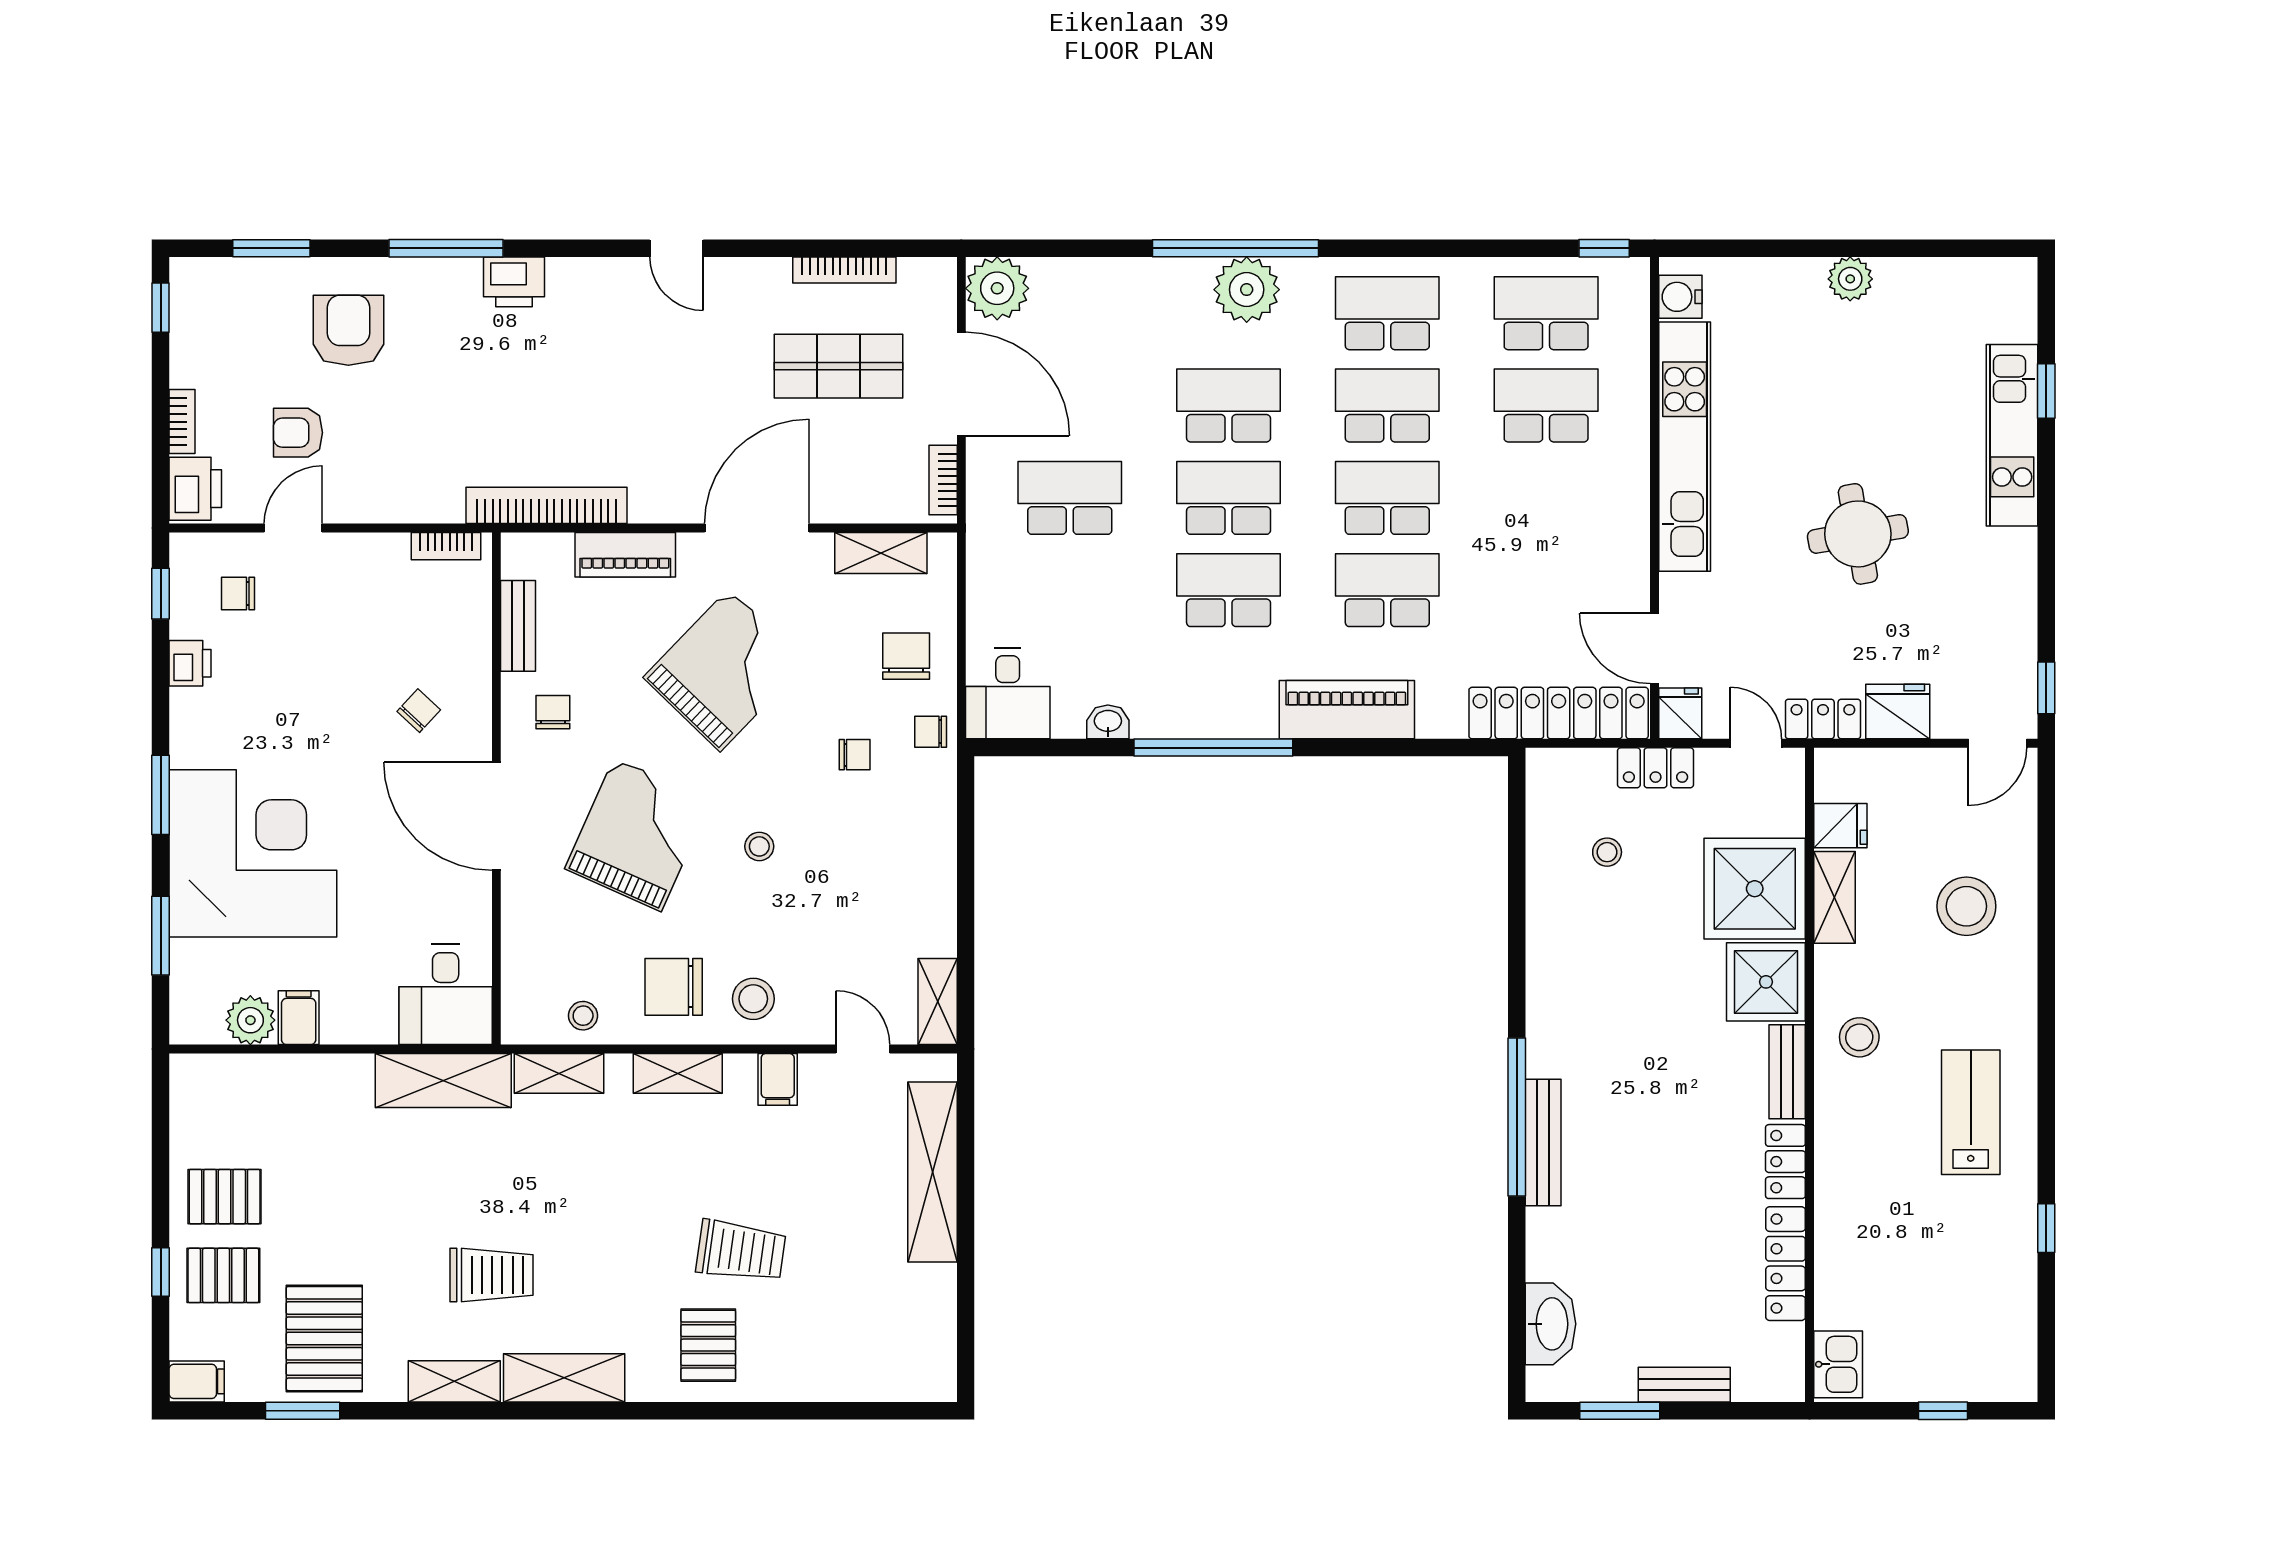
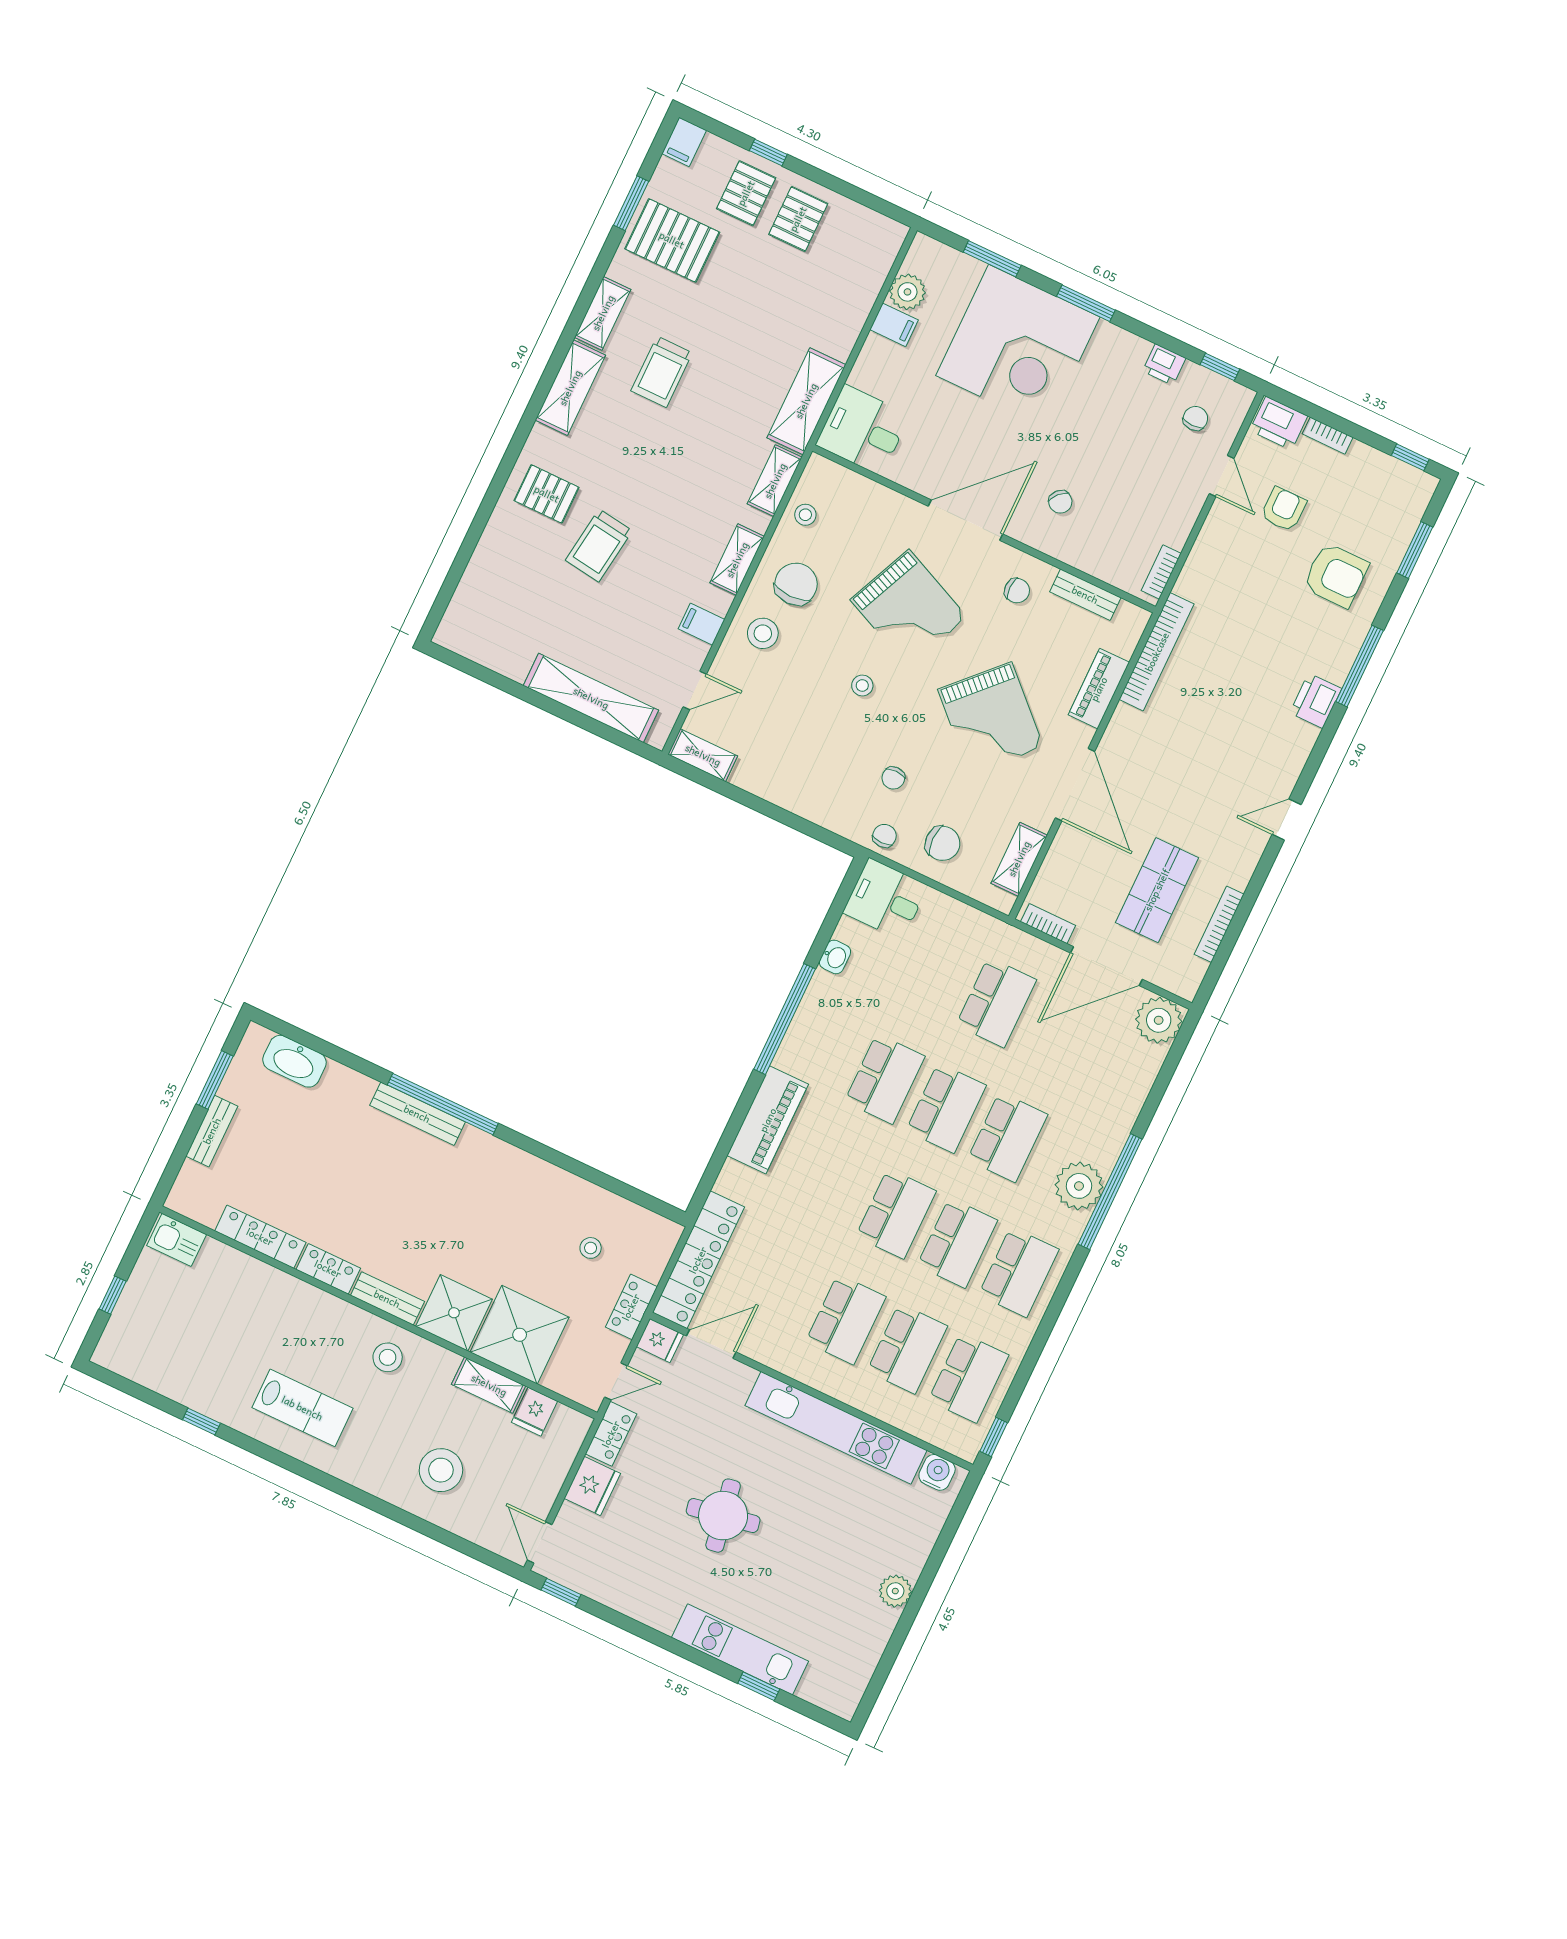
school desk: (1387, 590) -> (846, 1319), moved

